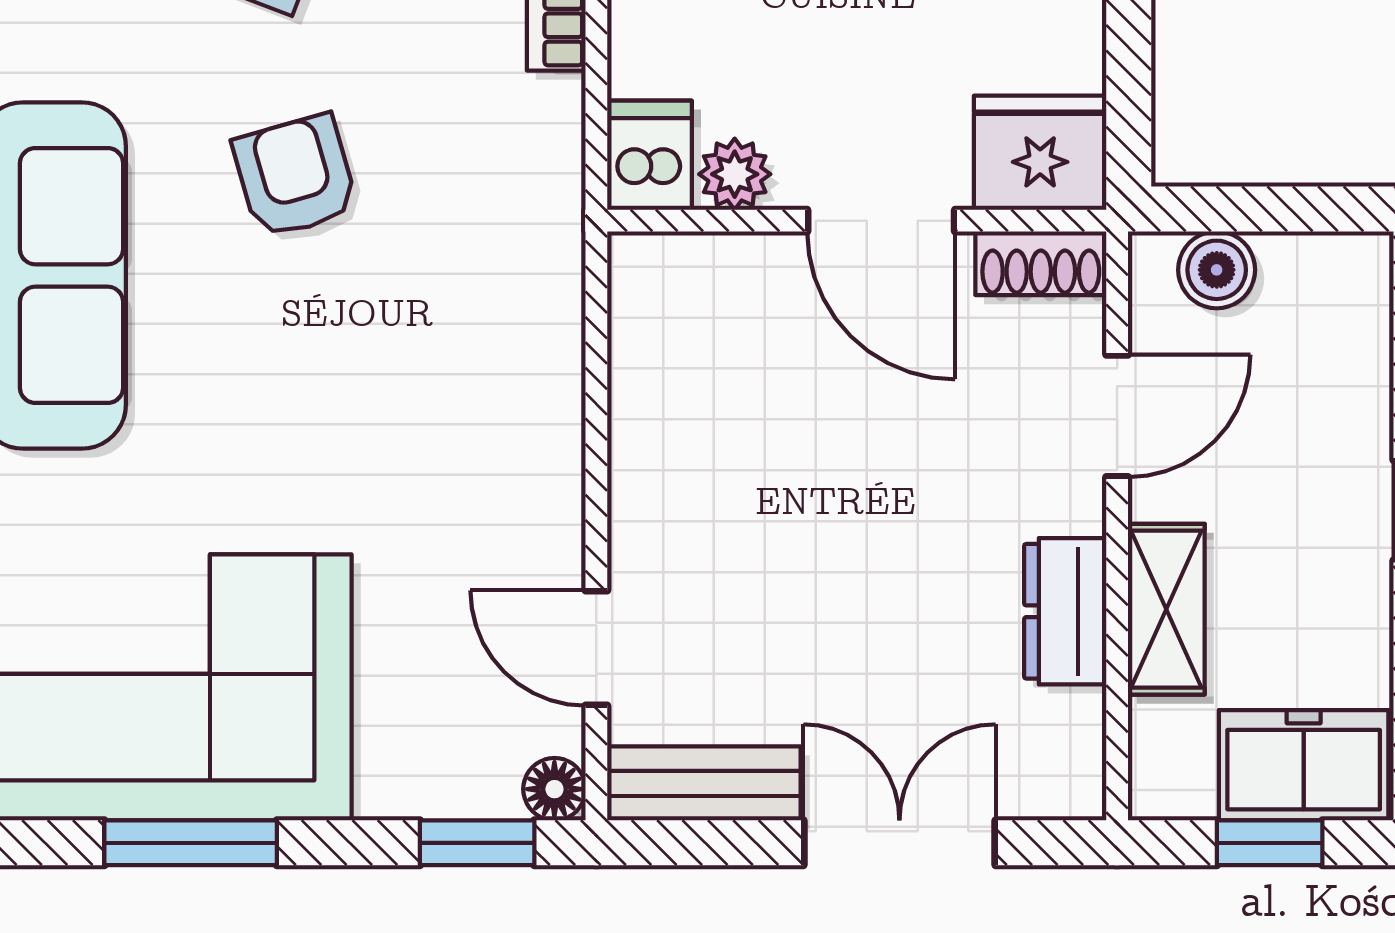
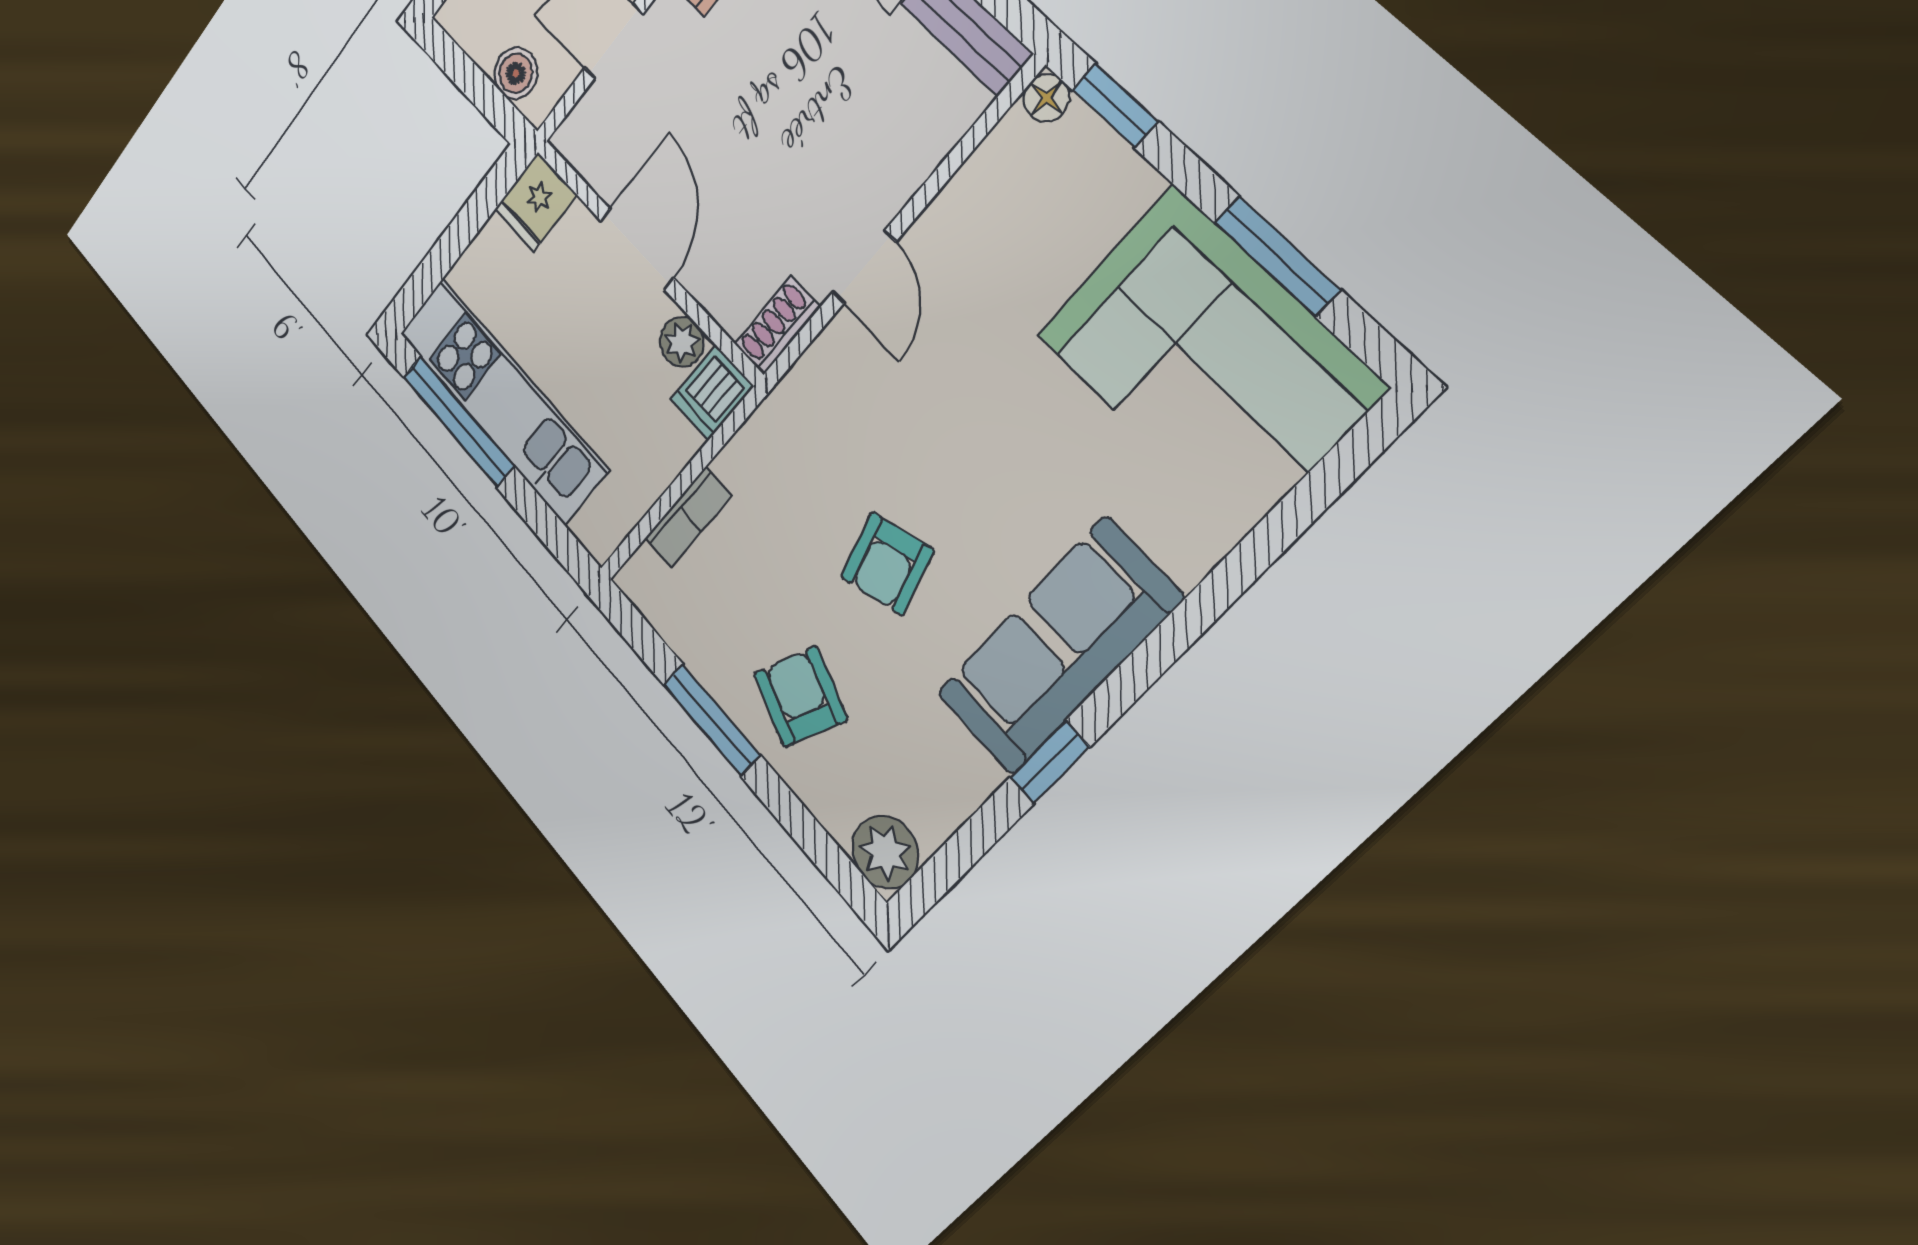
fridge: (1040, 153) -> (536, 202), width x0.72
shoe rack: (1041, 263) -> (777, 326), moved, turned -90
door: (596, 648) -> (864, 267), moved

